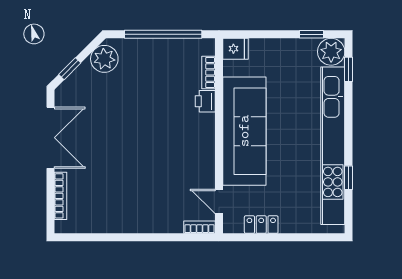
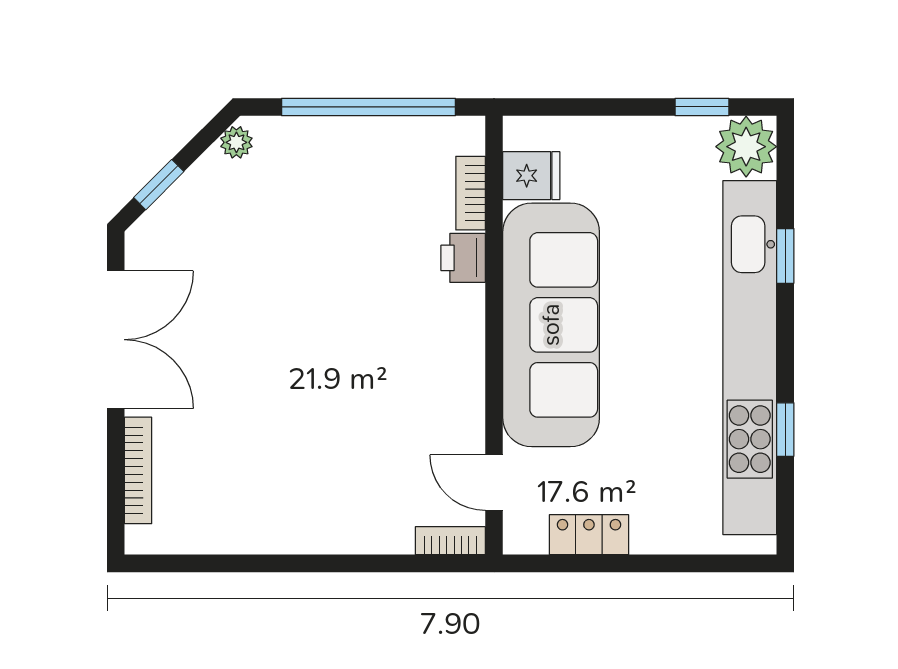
fridge: (236, 49) -> (531, 176), moved
plant: (104, 59) -> (236, 142), width x0.53, depth x0.53
window: (349, 69) -> (785, 256), moved

